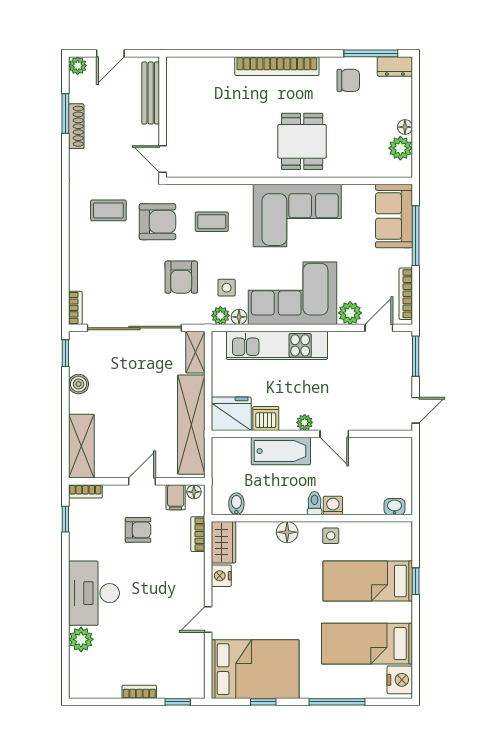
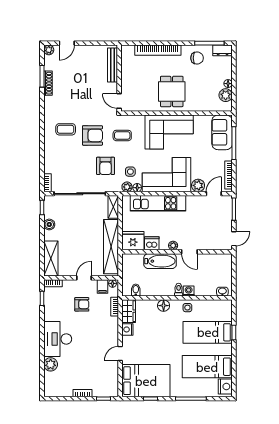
bench: (151, 93) -> (112, 65), moved
wall: (163, 117) -> (119, 78), moved
door: (163, 159) -> (119, 101), moved

